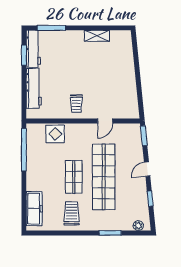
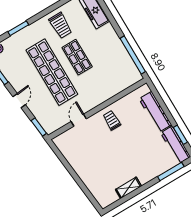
display table: (55, 134) -> (114, 84), removed

